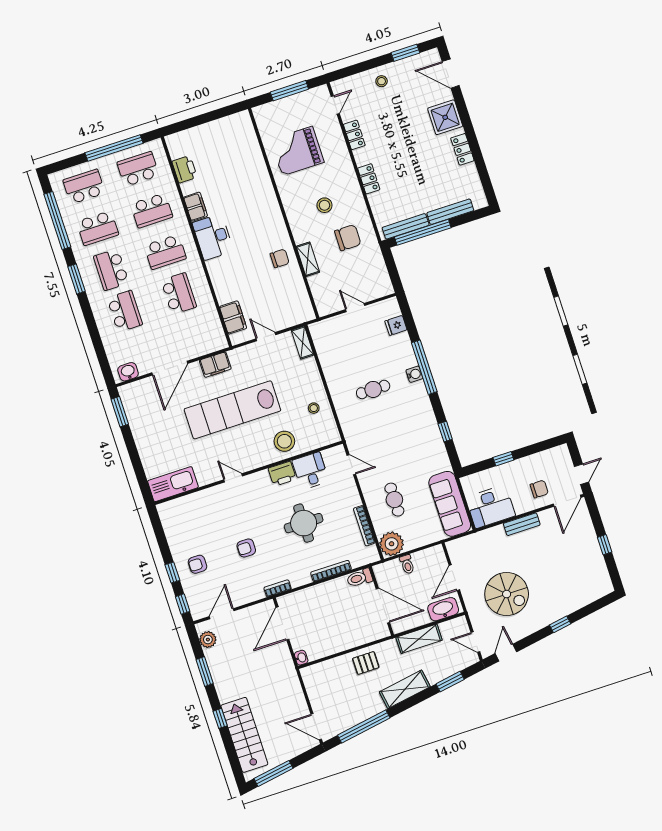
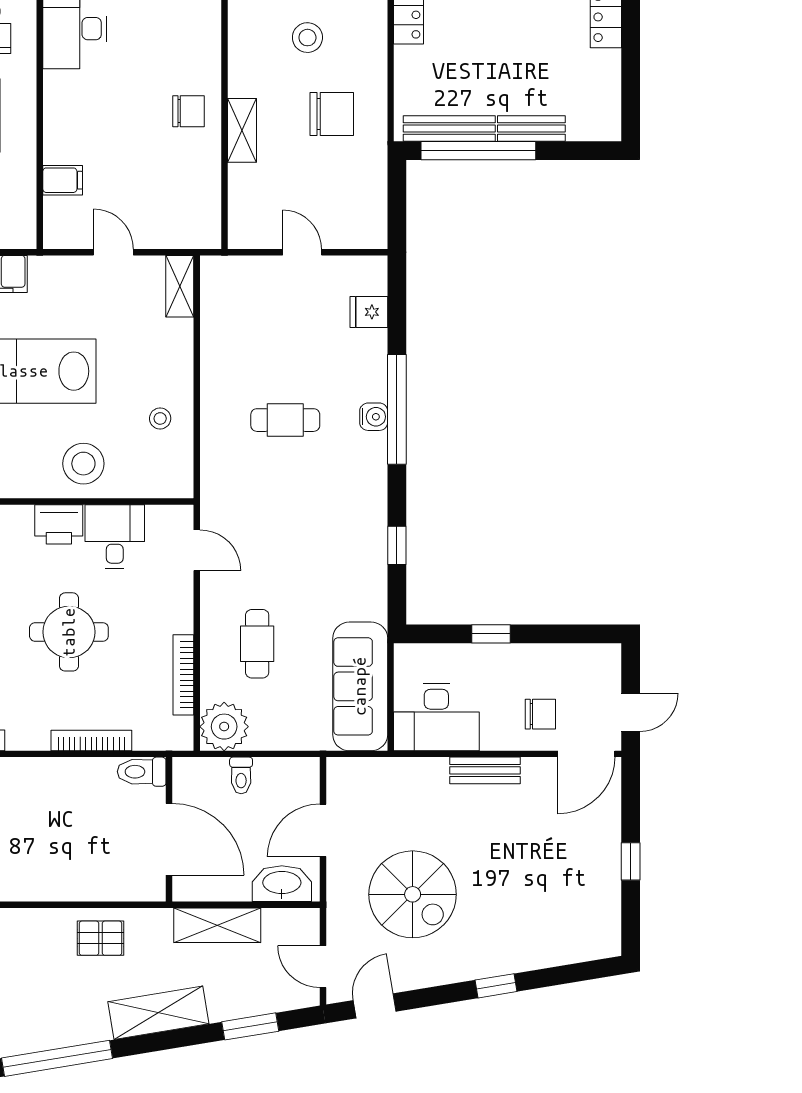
bench: (450, 212) -> (531, 129), width x0.73
filing cabinet: (233, 317) -> (63, 180), width x0.50

